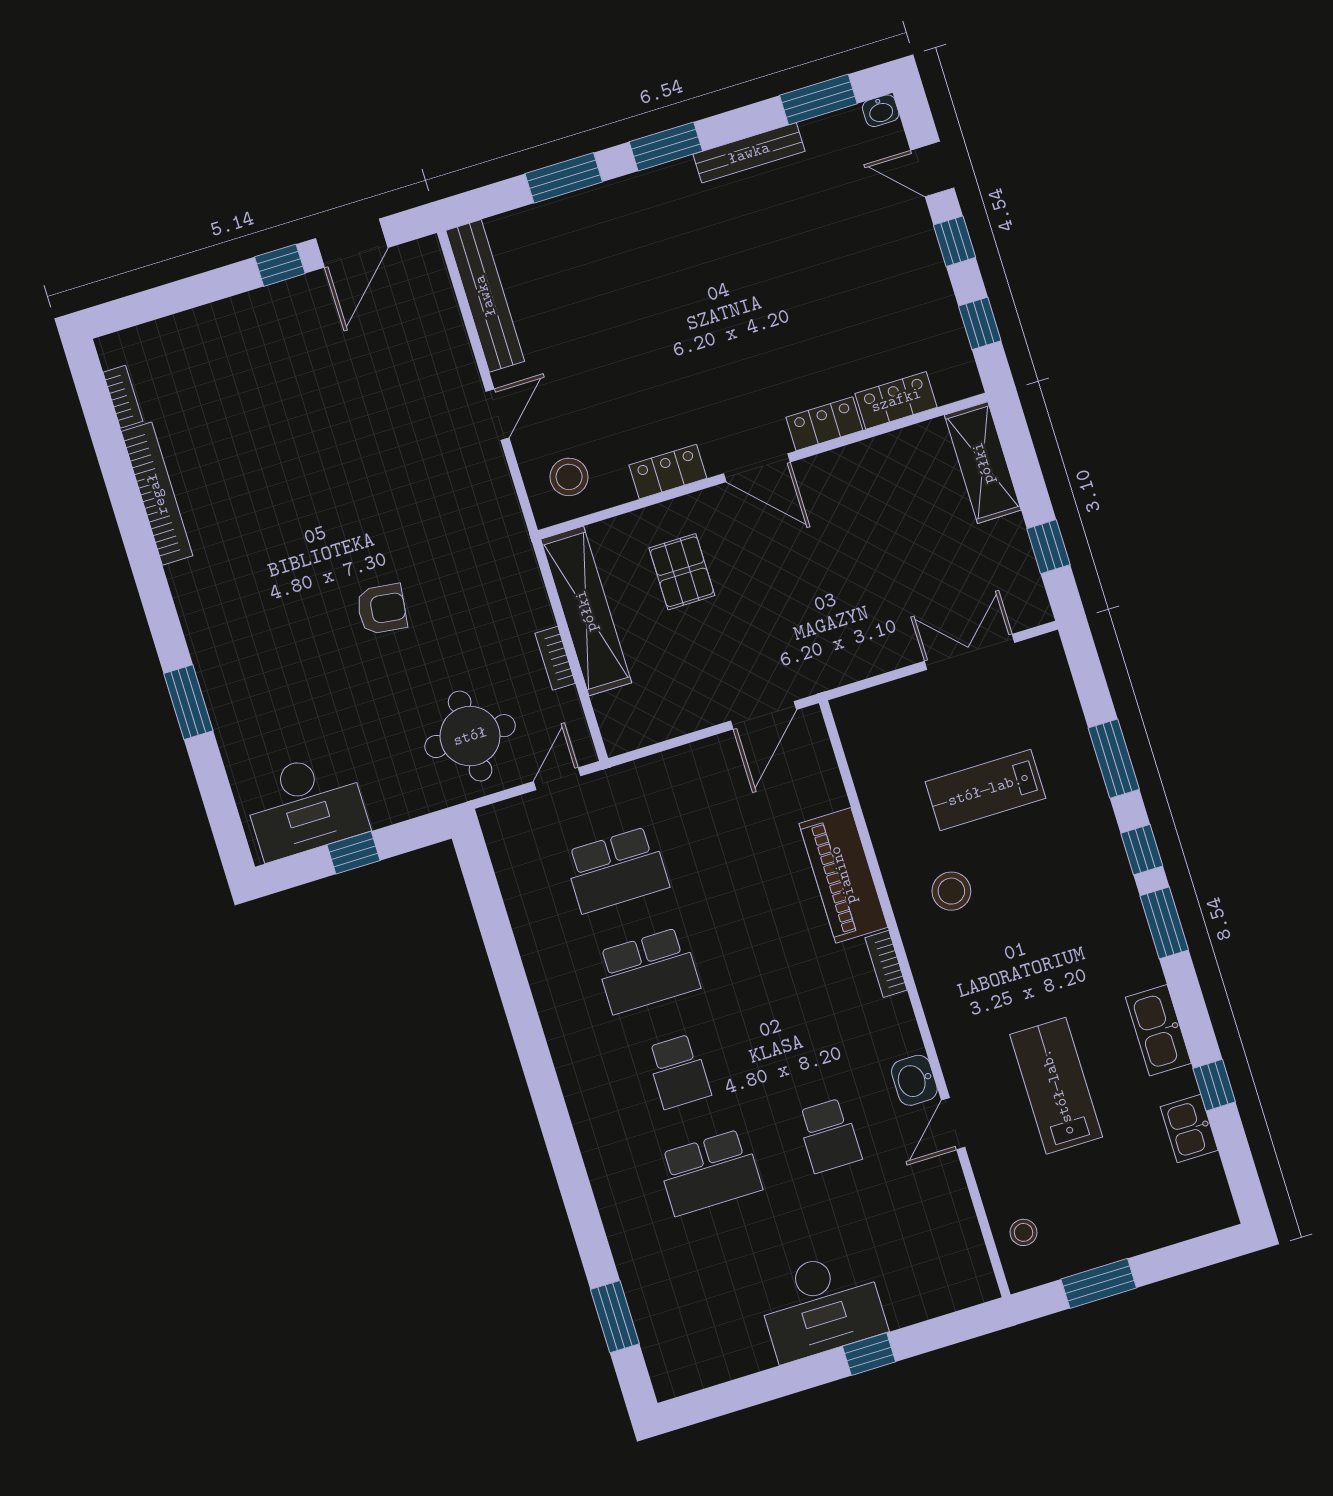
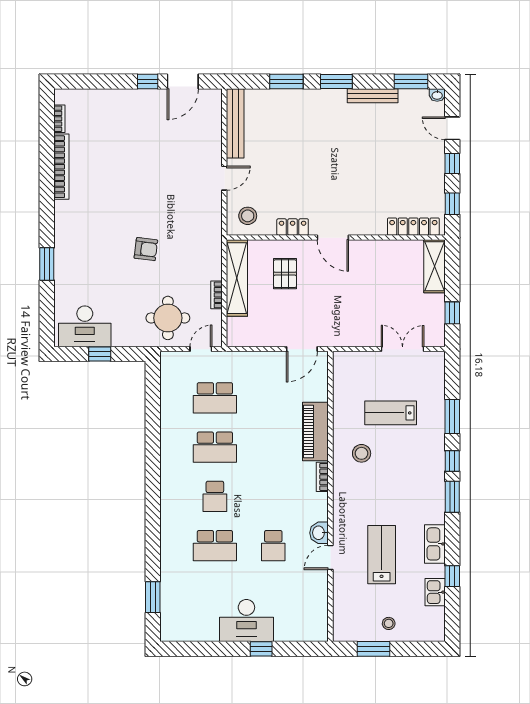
locker: (896, 400) -> (413, 227), width x1.53
locker: (824, 424) -> (369, 227), removed
stool: (1024, 1232) -> (389, 623), moved

